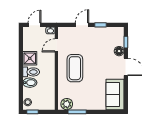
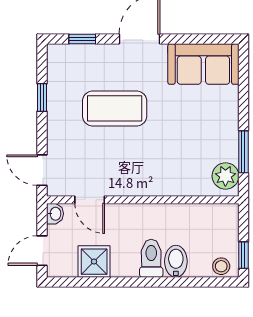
door: (34, 25) -> (42, 251), hinge flipped
door: (82, 25) -> (42, 170), moved
floor lamp: (119, 51) -> (103, 55), removed
shower: (30, 58) -> (94, 262), moved
coffee table: (75, 68) -> (115, 108), moved

